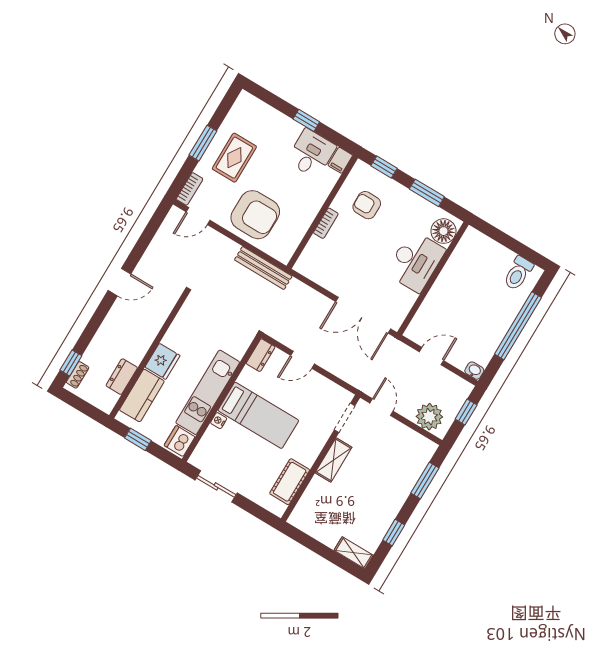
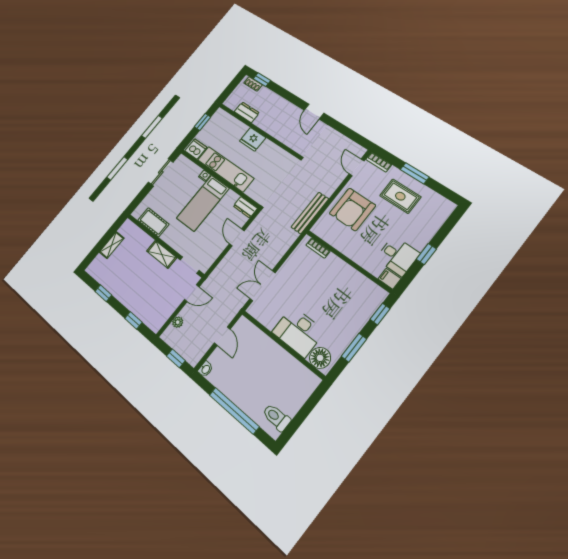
armchair: (367, 205) -> (349, 297), removed
bookcase: (326, 223) -> (318, 248), moved
double door: (363, 315) -> (262, 286), width x0.73
kitchen counter: (142, 395) -> (231, 125), removed
plant: (429, 417) -> (178, 322), width x0.53, depth x0.53
window: (425, 481) -> (133, 320), width x0.67
shelving: (354, 553) -> (112, 245), moved

